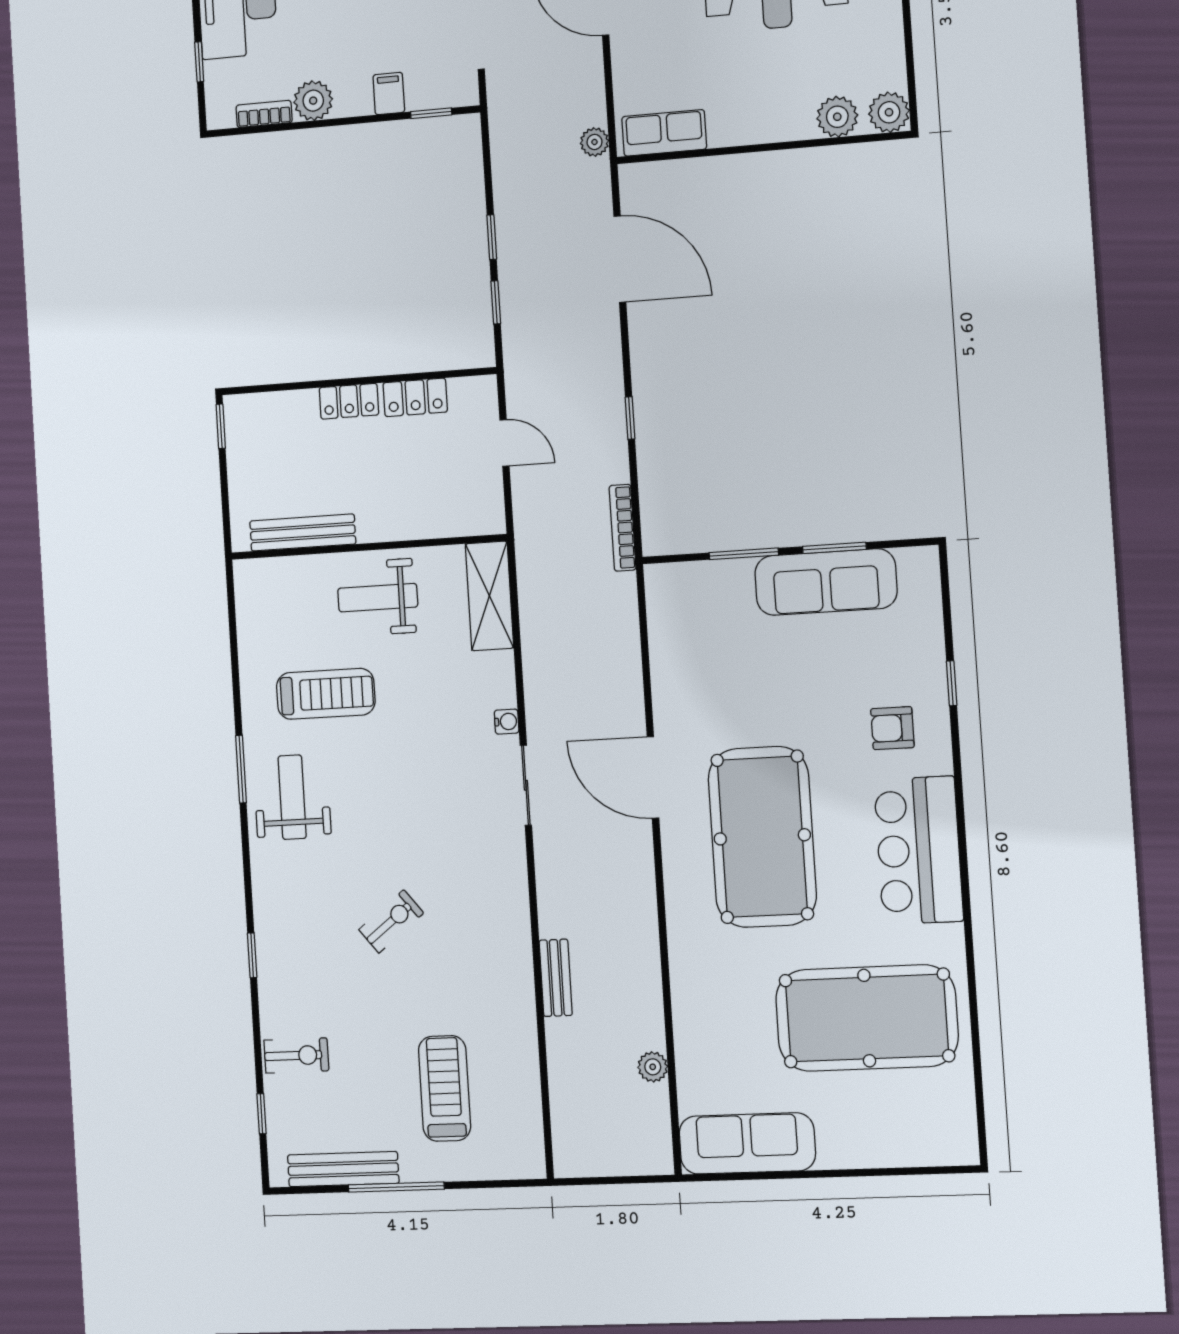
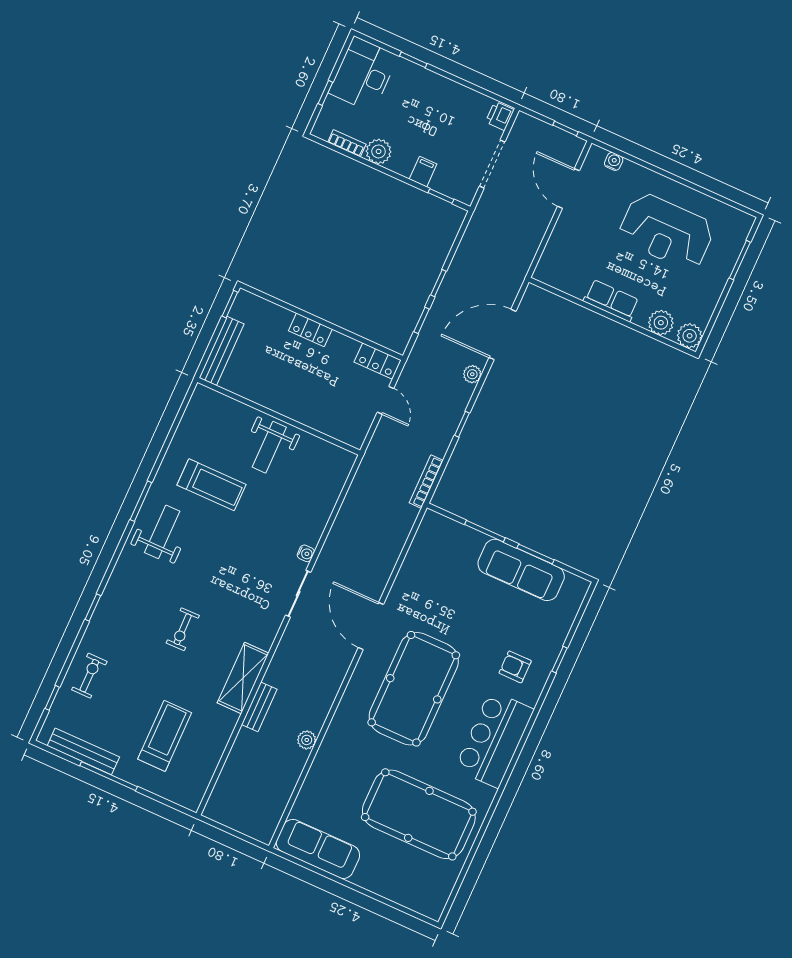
row of seats: (664, 133) -> (611, 301), moved
plant: (594, 142) -> (472, 374), moved
door: (620, 259) -> (503, 334), swing flipped
locker: (415, 397) -> (378, 361), moved
bench: (303, 533) -> (222, 351), moved, turned 90
shelving: (489, 596) -> (243, 678), moved
weight bench: (378, 598) -> (269, 447), turned -90
exercise bike: (391, 921) -> (183, 629), turned 127
exercise bike: (296, 1055) -> (89, 676), turned -90
plant: (653, 1067) -> (307, 740), moved

